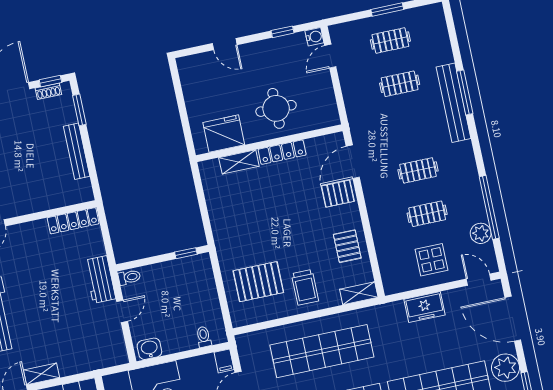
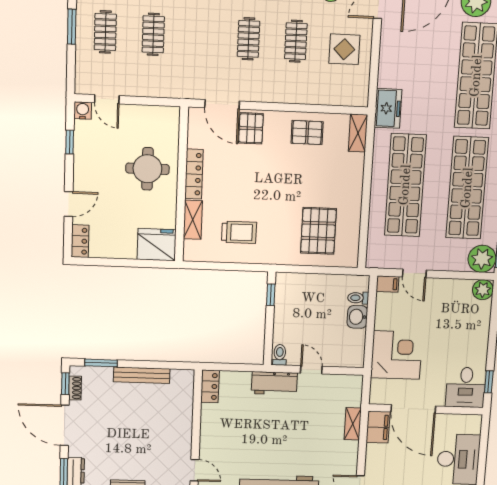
locker: (192, 63) -> (80, 241), added
fridge: (224, 134) -> (157, 245), moved, turned 90
locker: (73, 221) -> (210, 386), width x0.66
trolley: (305, 287) -> (239, 232), moved
freezer: (425, 307) -> (388, 108), moved
washbasin: (149, 349) -> (357, 317), moved
shelving: (42, 374) -> (353, 424), moved

